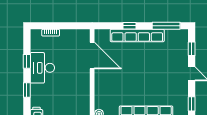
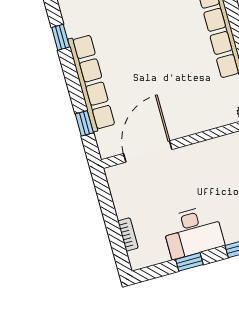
window: (129, 26) -> (84, 123), moved
window: (166, 26) -> (61, 37), width x0.46

